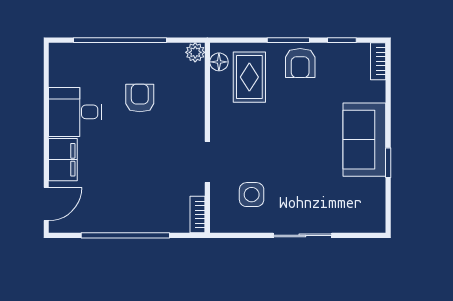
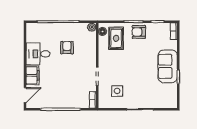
armchair: (300, 63) -> (139, 32), turned 90

